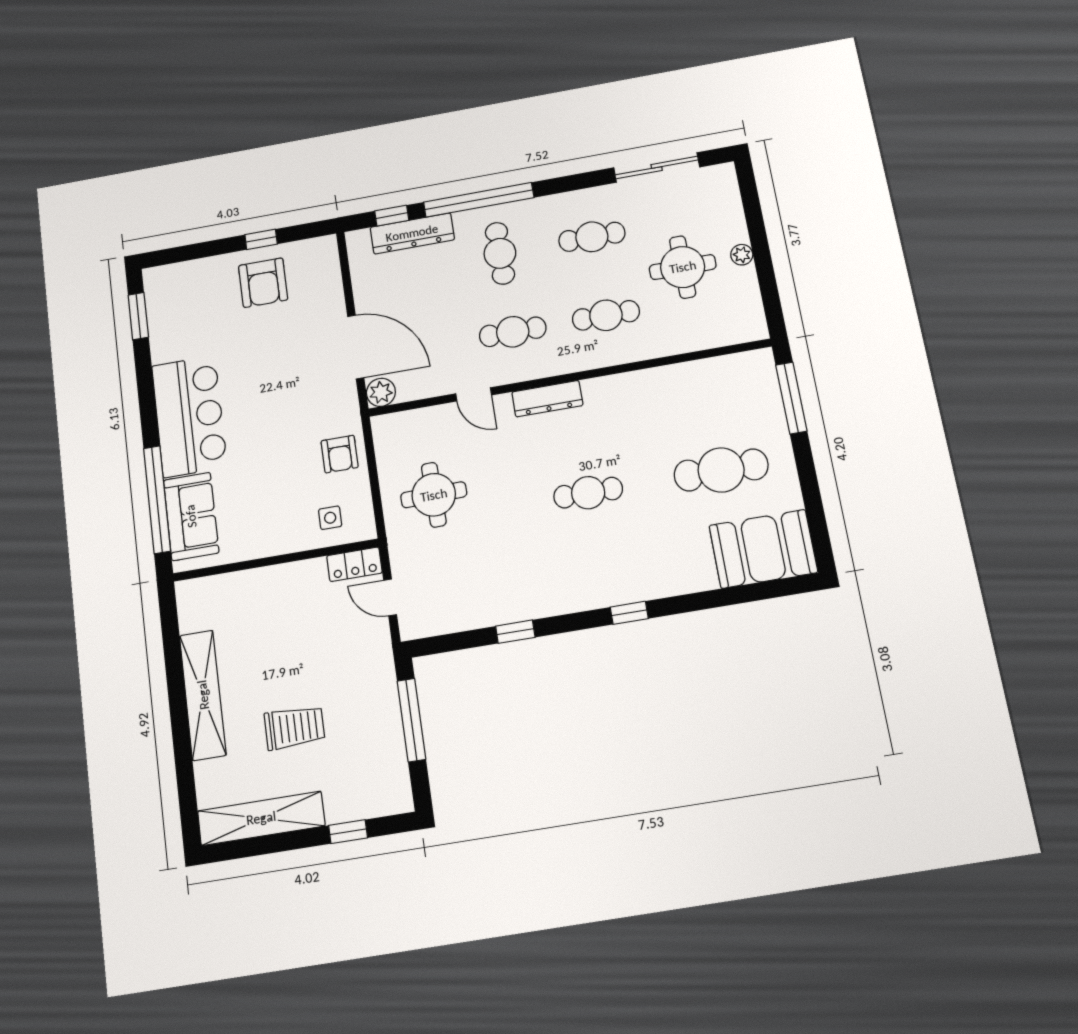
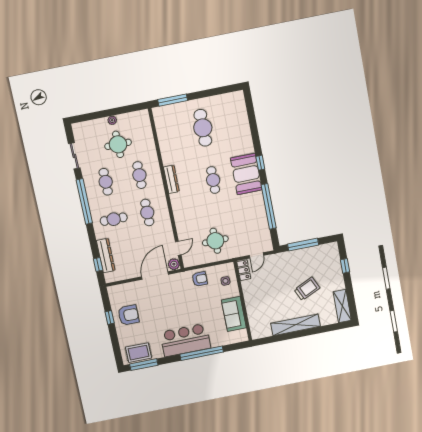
sliding door: (657, 167) -> (74, 156), width x0.73
window: (479, 200) -> (84, 201), moved
rug: (169, 304) -> (139, 353), added
window: (138, 316) -> (144, 365), width x1.44
door: (474, 394) -> (178, 248), moved
dresser: (547, 399) -> (171, 179), moved
window: (157, 499) -> (202, 353), moved
sofa: (191, 516) -> (234, 314), moved, turned -90
booth: (763, 549) -> (246, 174), moved
window: (515, 632) -> (269, 206), width x3.17
trolley: (294, 728) -> (307, 289), turned 65
shelving: (261, 818) -> (342, 306), width x0.68

